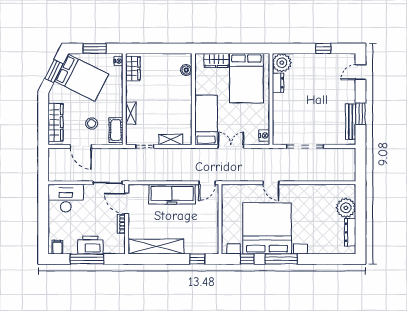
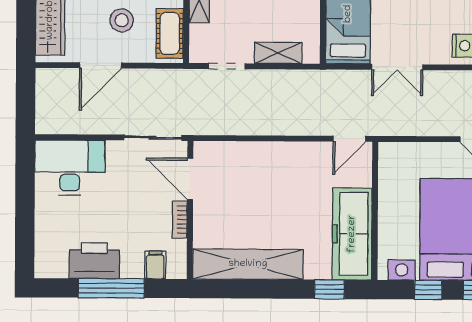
door: (81, 146) -> (101, 65), hinge flipped
double door: (231, 146) -> (397, 67), swing flipped
freezer: (172, 194) -> (352, 234), moved, turned 90
printer: (90, 245) -> (94, 261), moved
filing cabinet: (57, 247) -> (155, 265), moved

